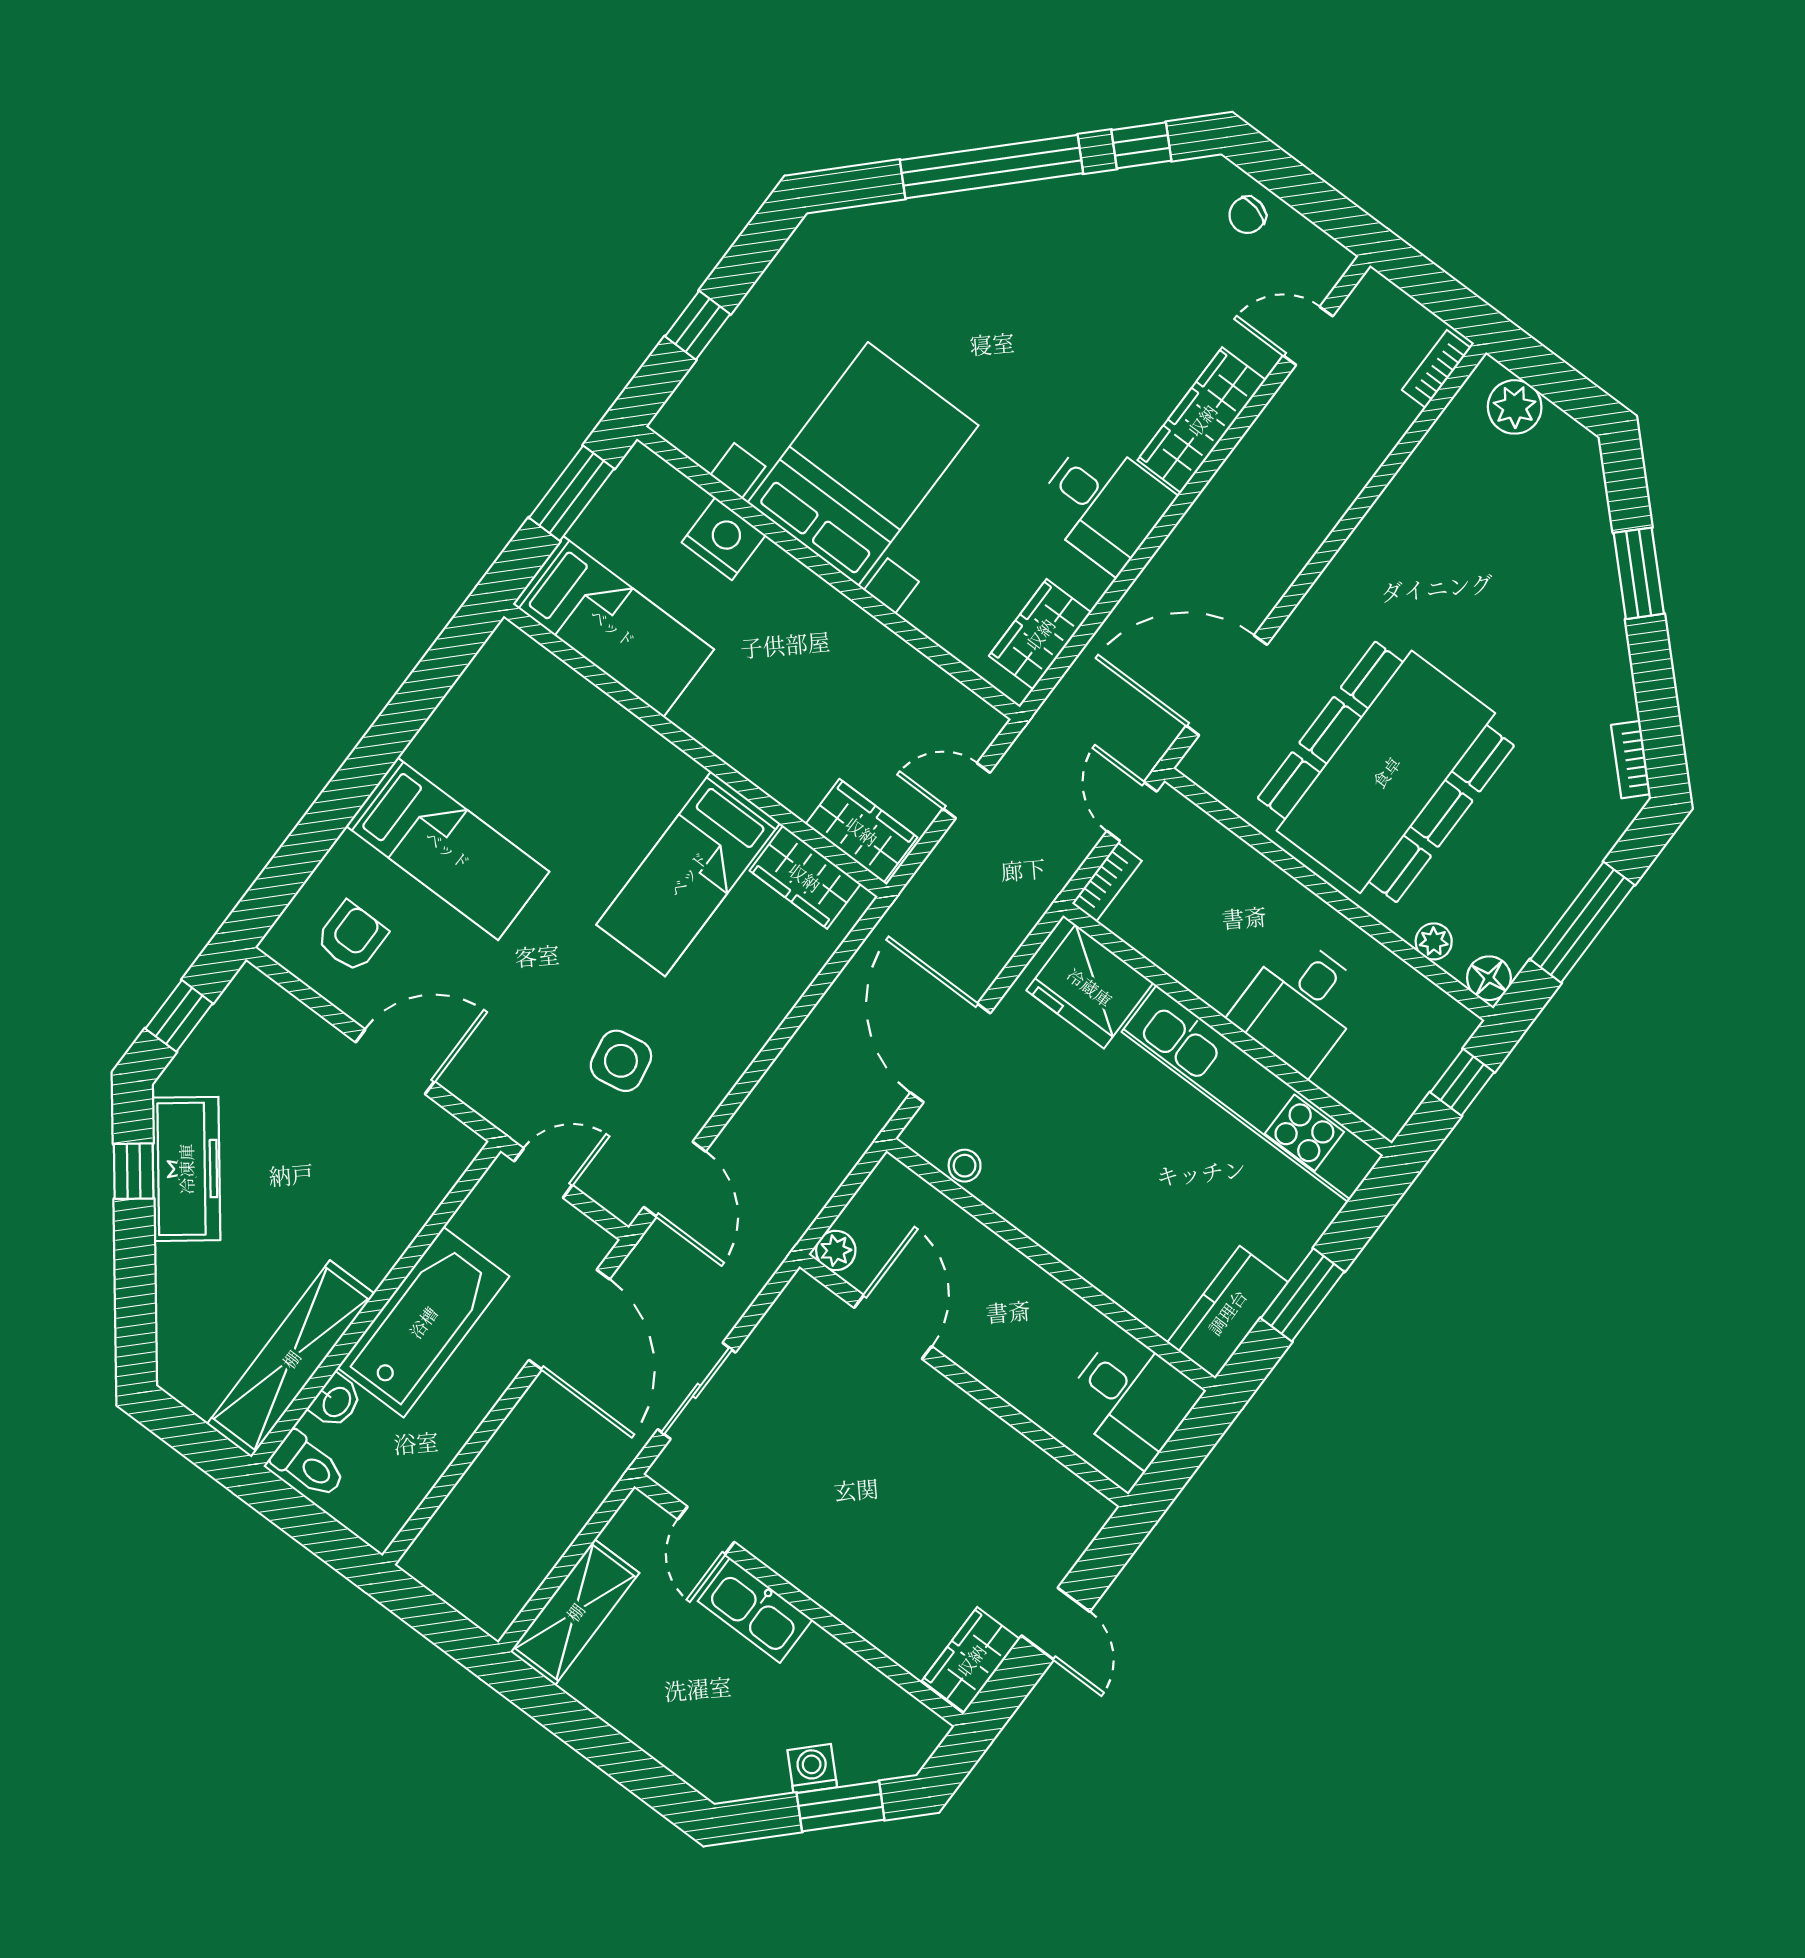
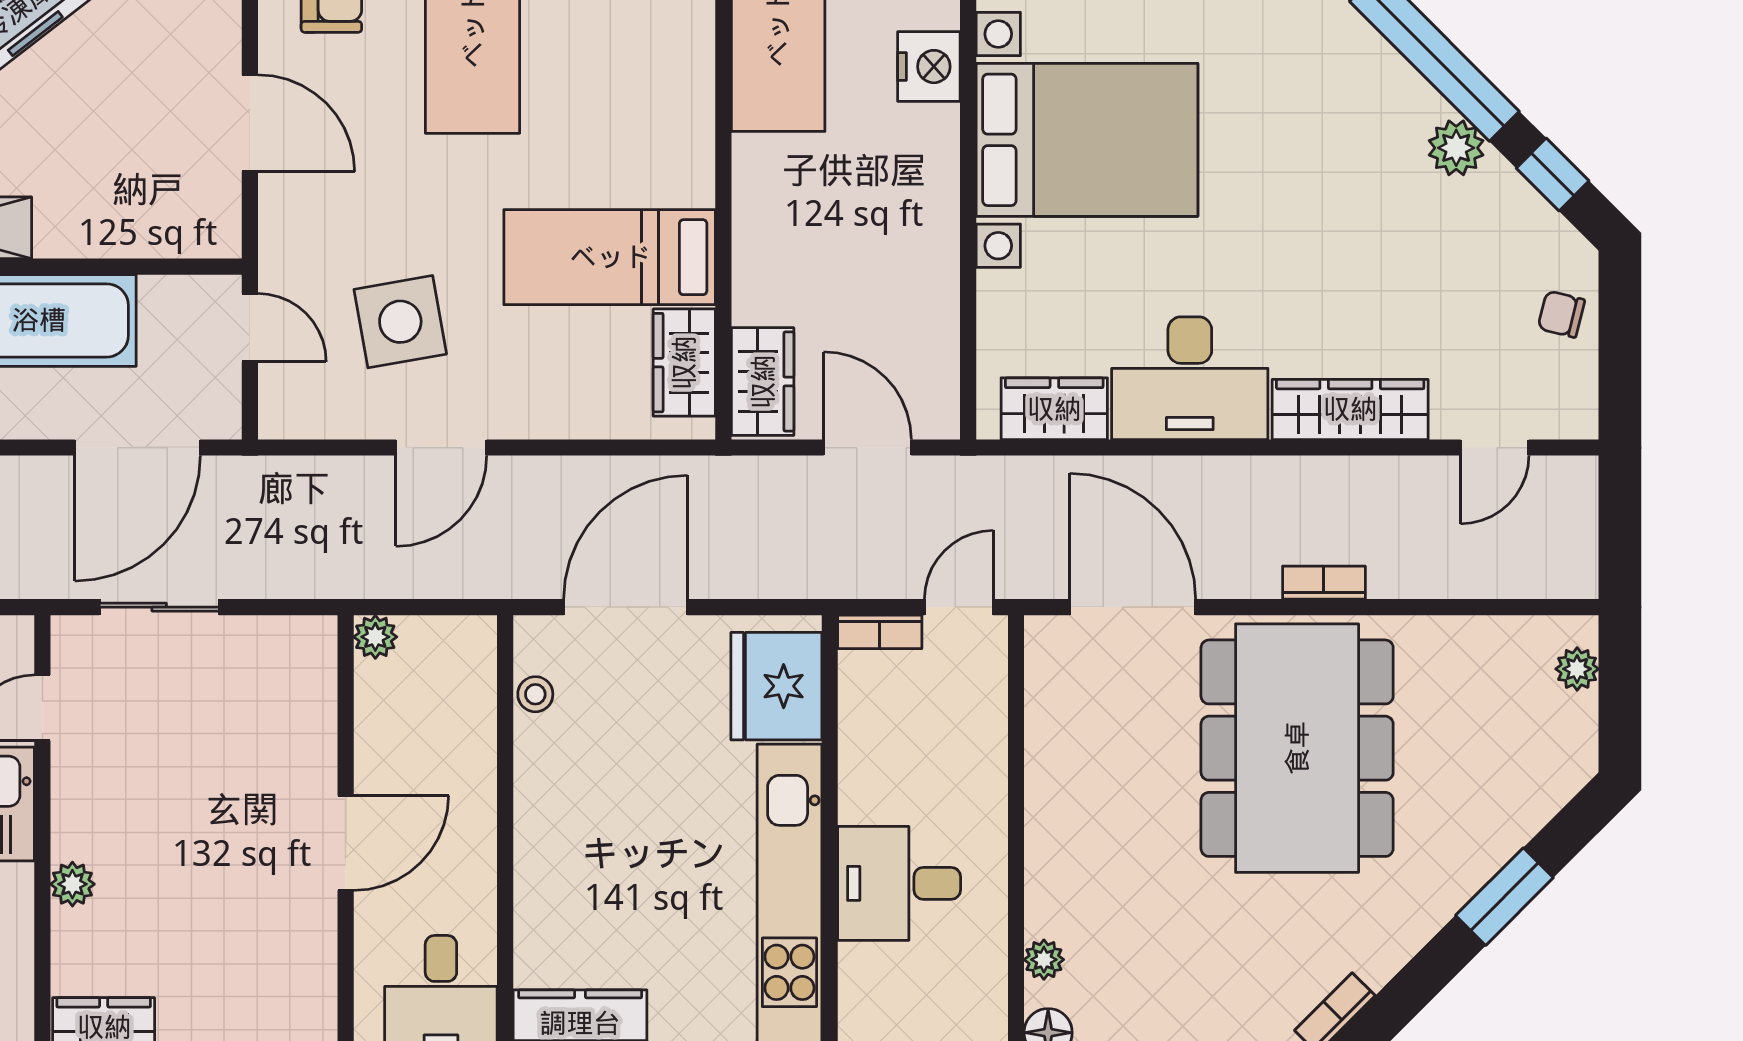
plant: (1070, 201) -> (1456, 148), added
door: (1308, 336) -> (1495, 448), swing flipped
bookcase: (1436, 369) -> (1324, 583), moved
plant: (1515, 407) -> (1577, 669), width x0.73, depth x0.73
desk: (1103, 504) -> (1190, 378), width x1.37
dining table: (1386, 772) -> (1297, 748), moved, turned 90
door: (966, 791) -> (867, 448), width x1.38
side table: (621, 1061) -> (400, 322), width x1.37, depth x1.37
door: (675, 1179) -> (441, 448), moved
door: (893, 1327) -> (346, 843), moved
plant: (850, 1605) -> (72, 884), added

